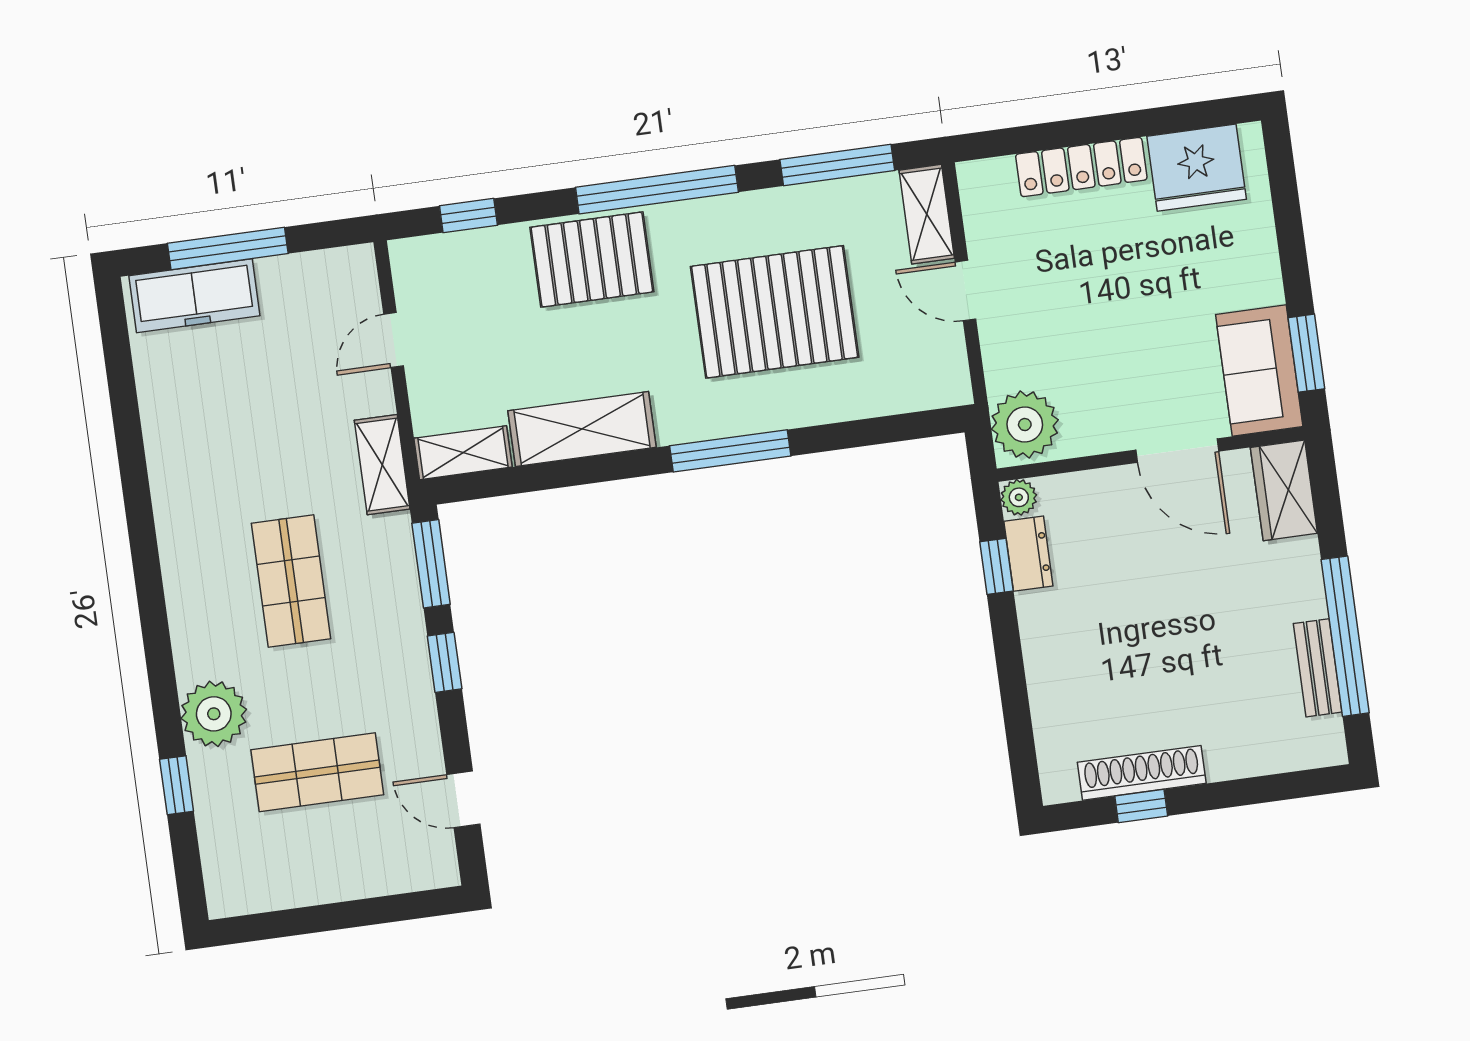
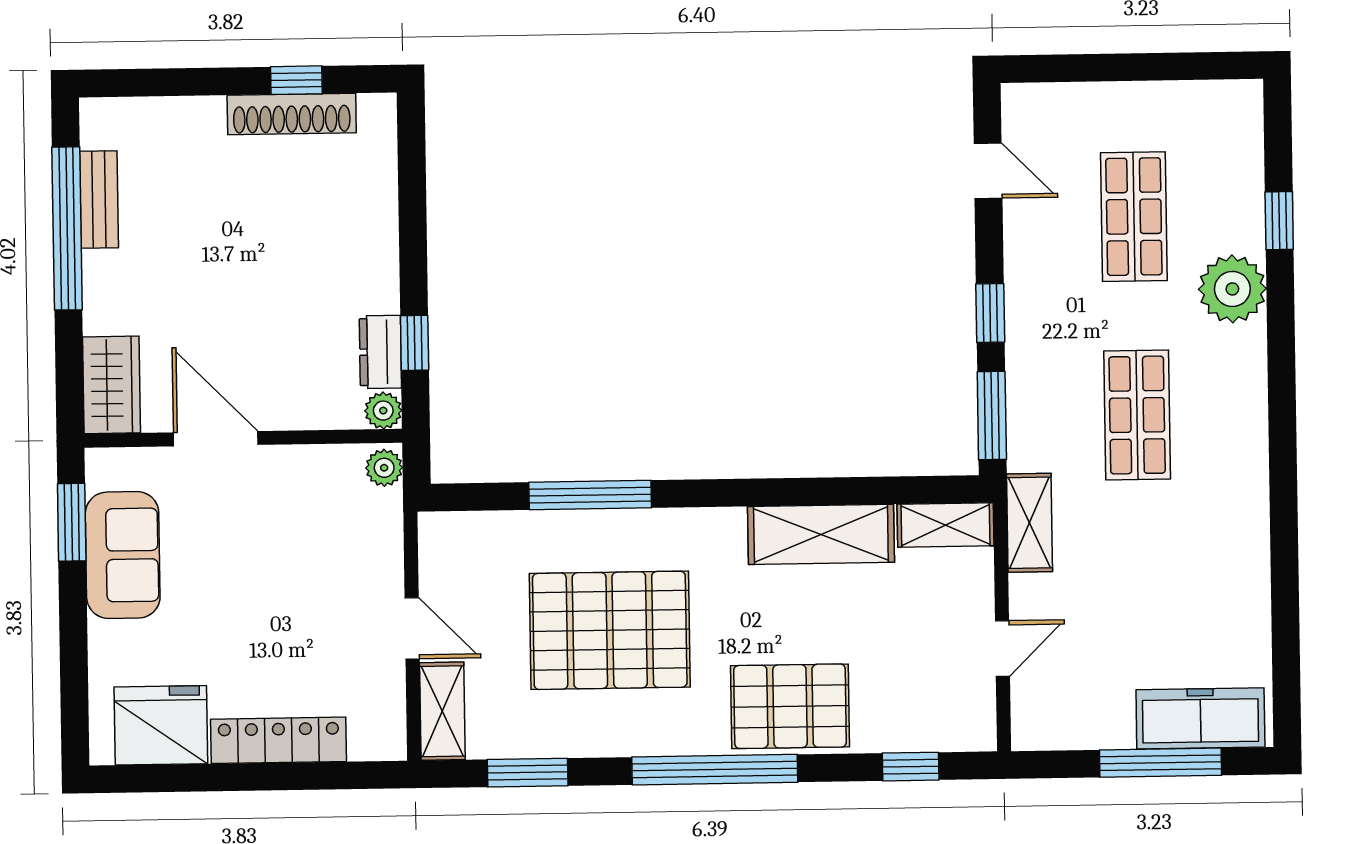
window: (837, 165) -> (528, 773), width x0.69
sofa: (1259, 370) -> (123, 555), moved
plant: (1025, 425) -> (384, 468), width x0.53, depth x0.53
window: (730, 451) -> (590, 495), moved
shop shelf: (317, 772) -> (1134, 217), turned 90

